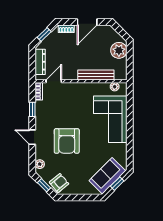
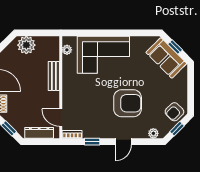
bench: (96, 75) -> (54, 76), width x0.73
armchair: (59, 183) -> (174, 112), turned -95

